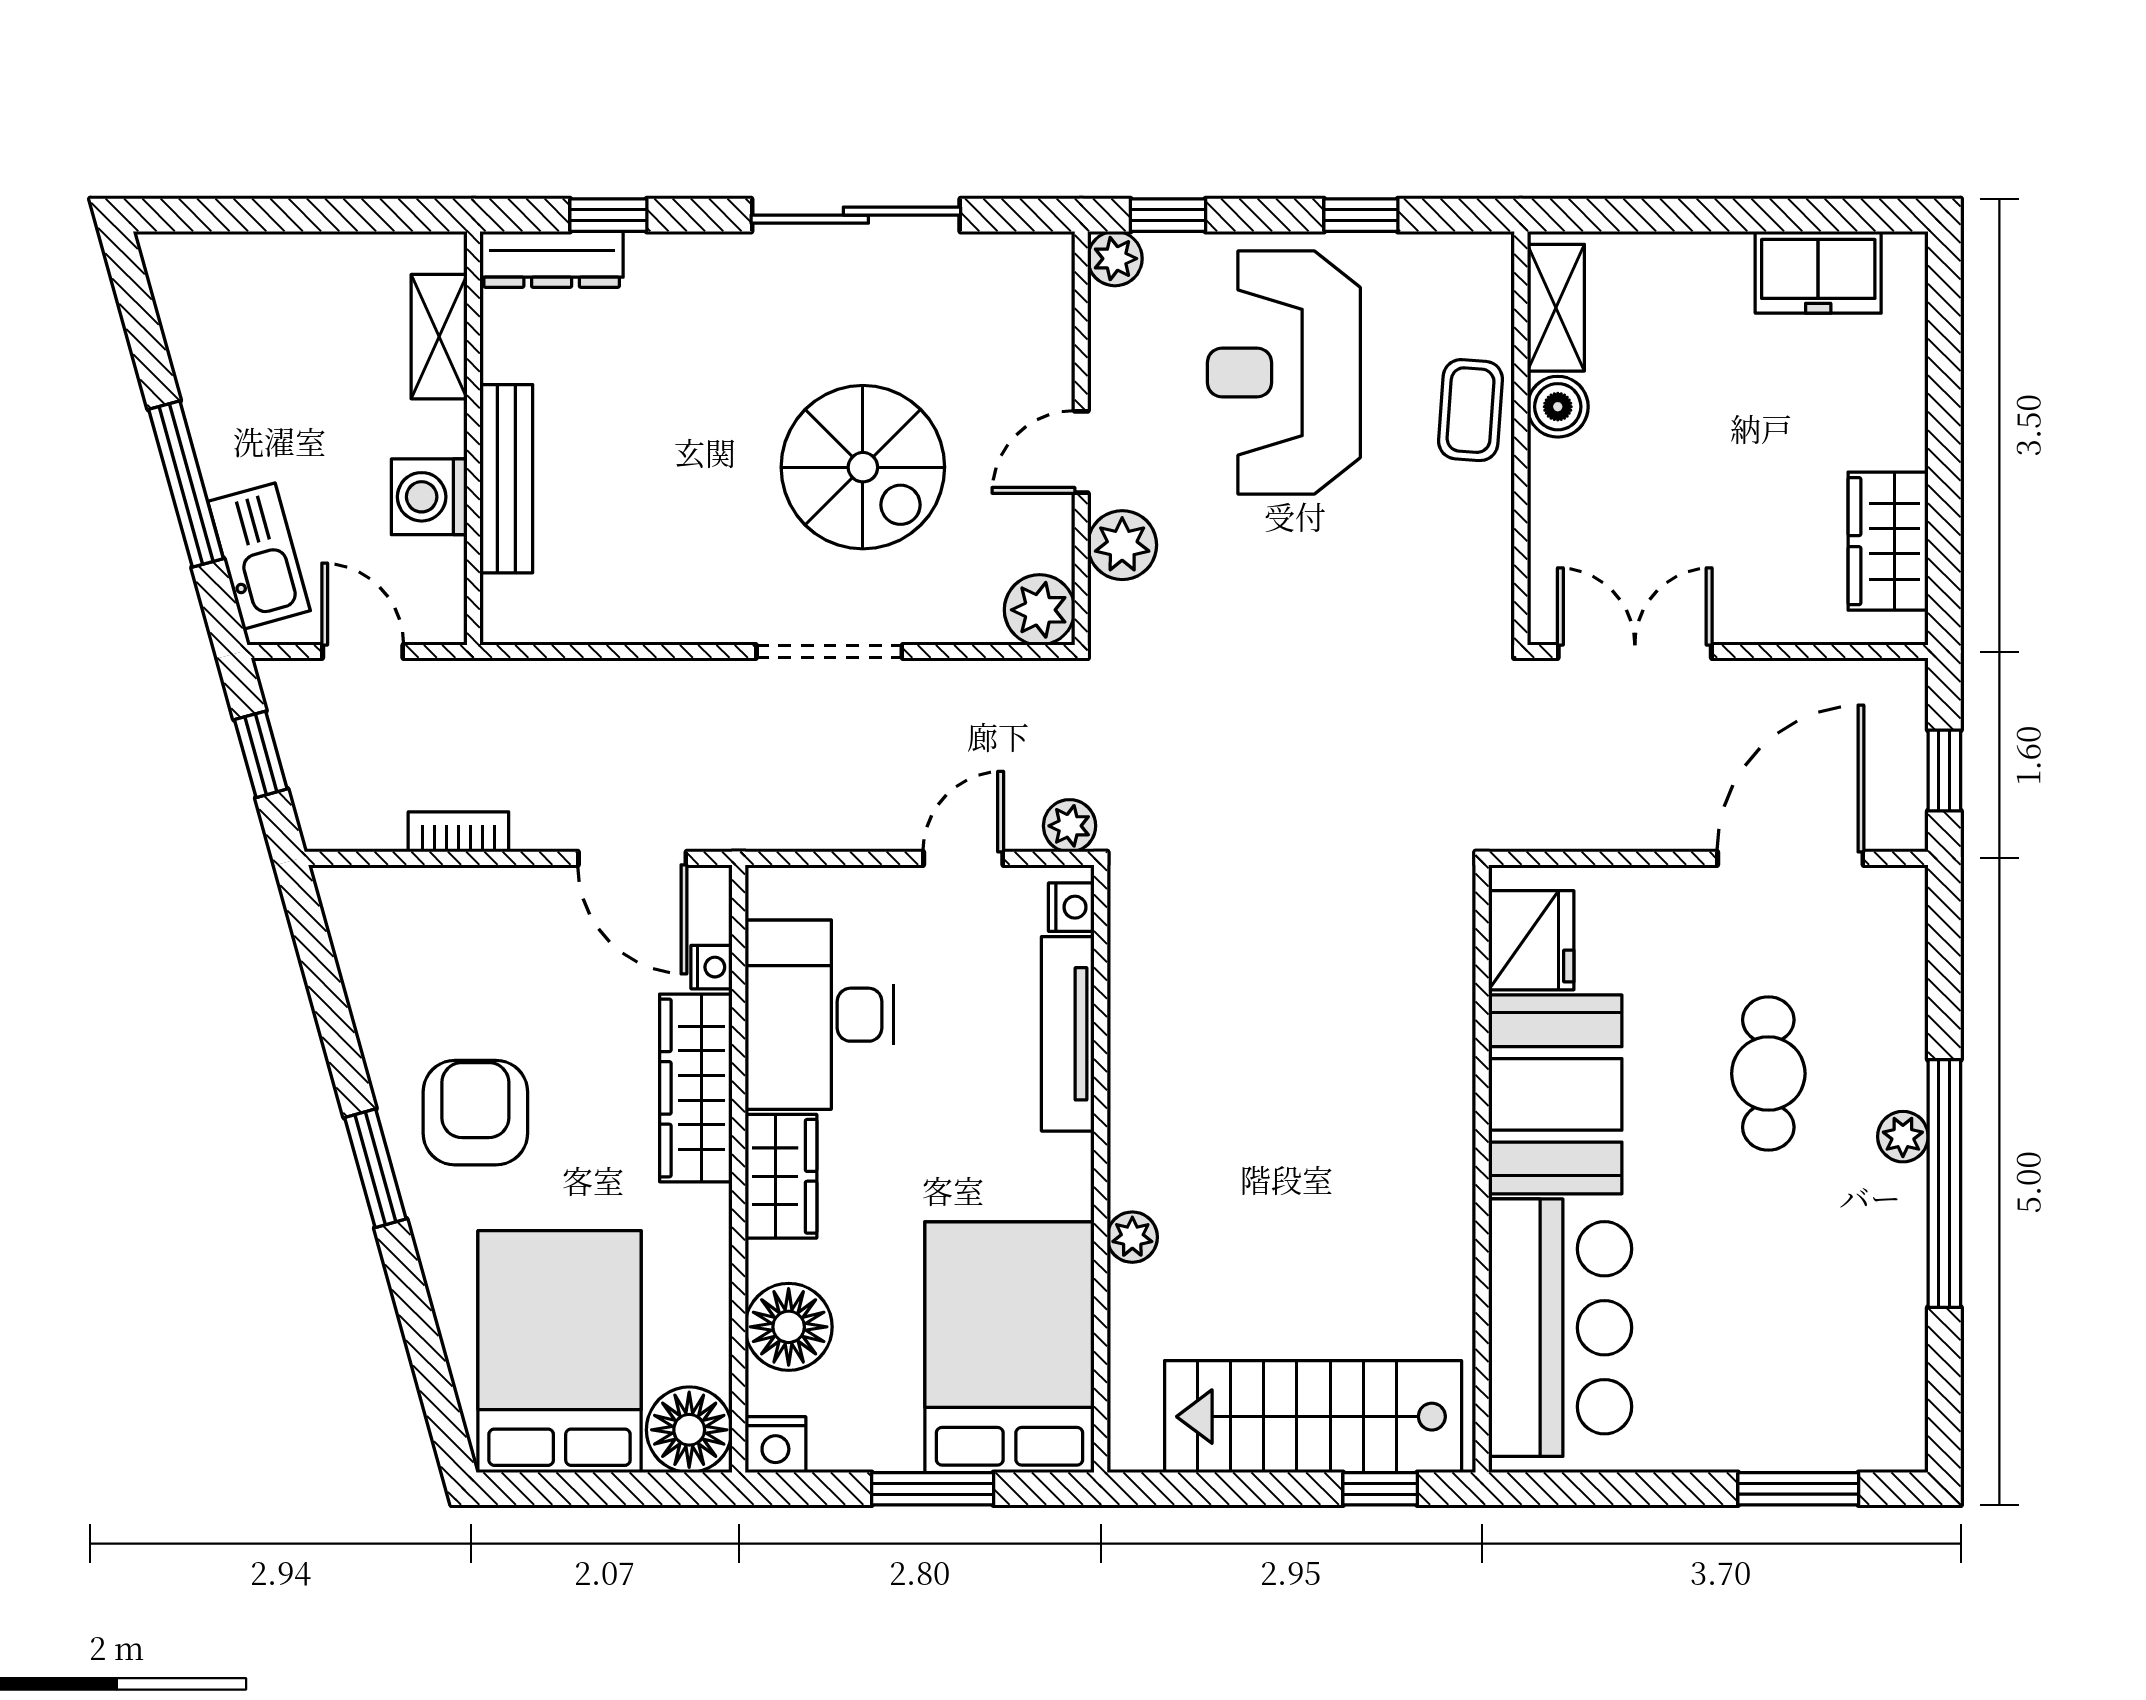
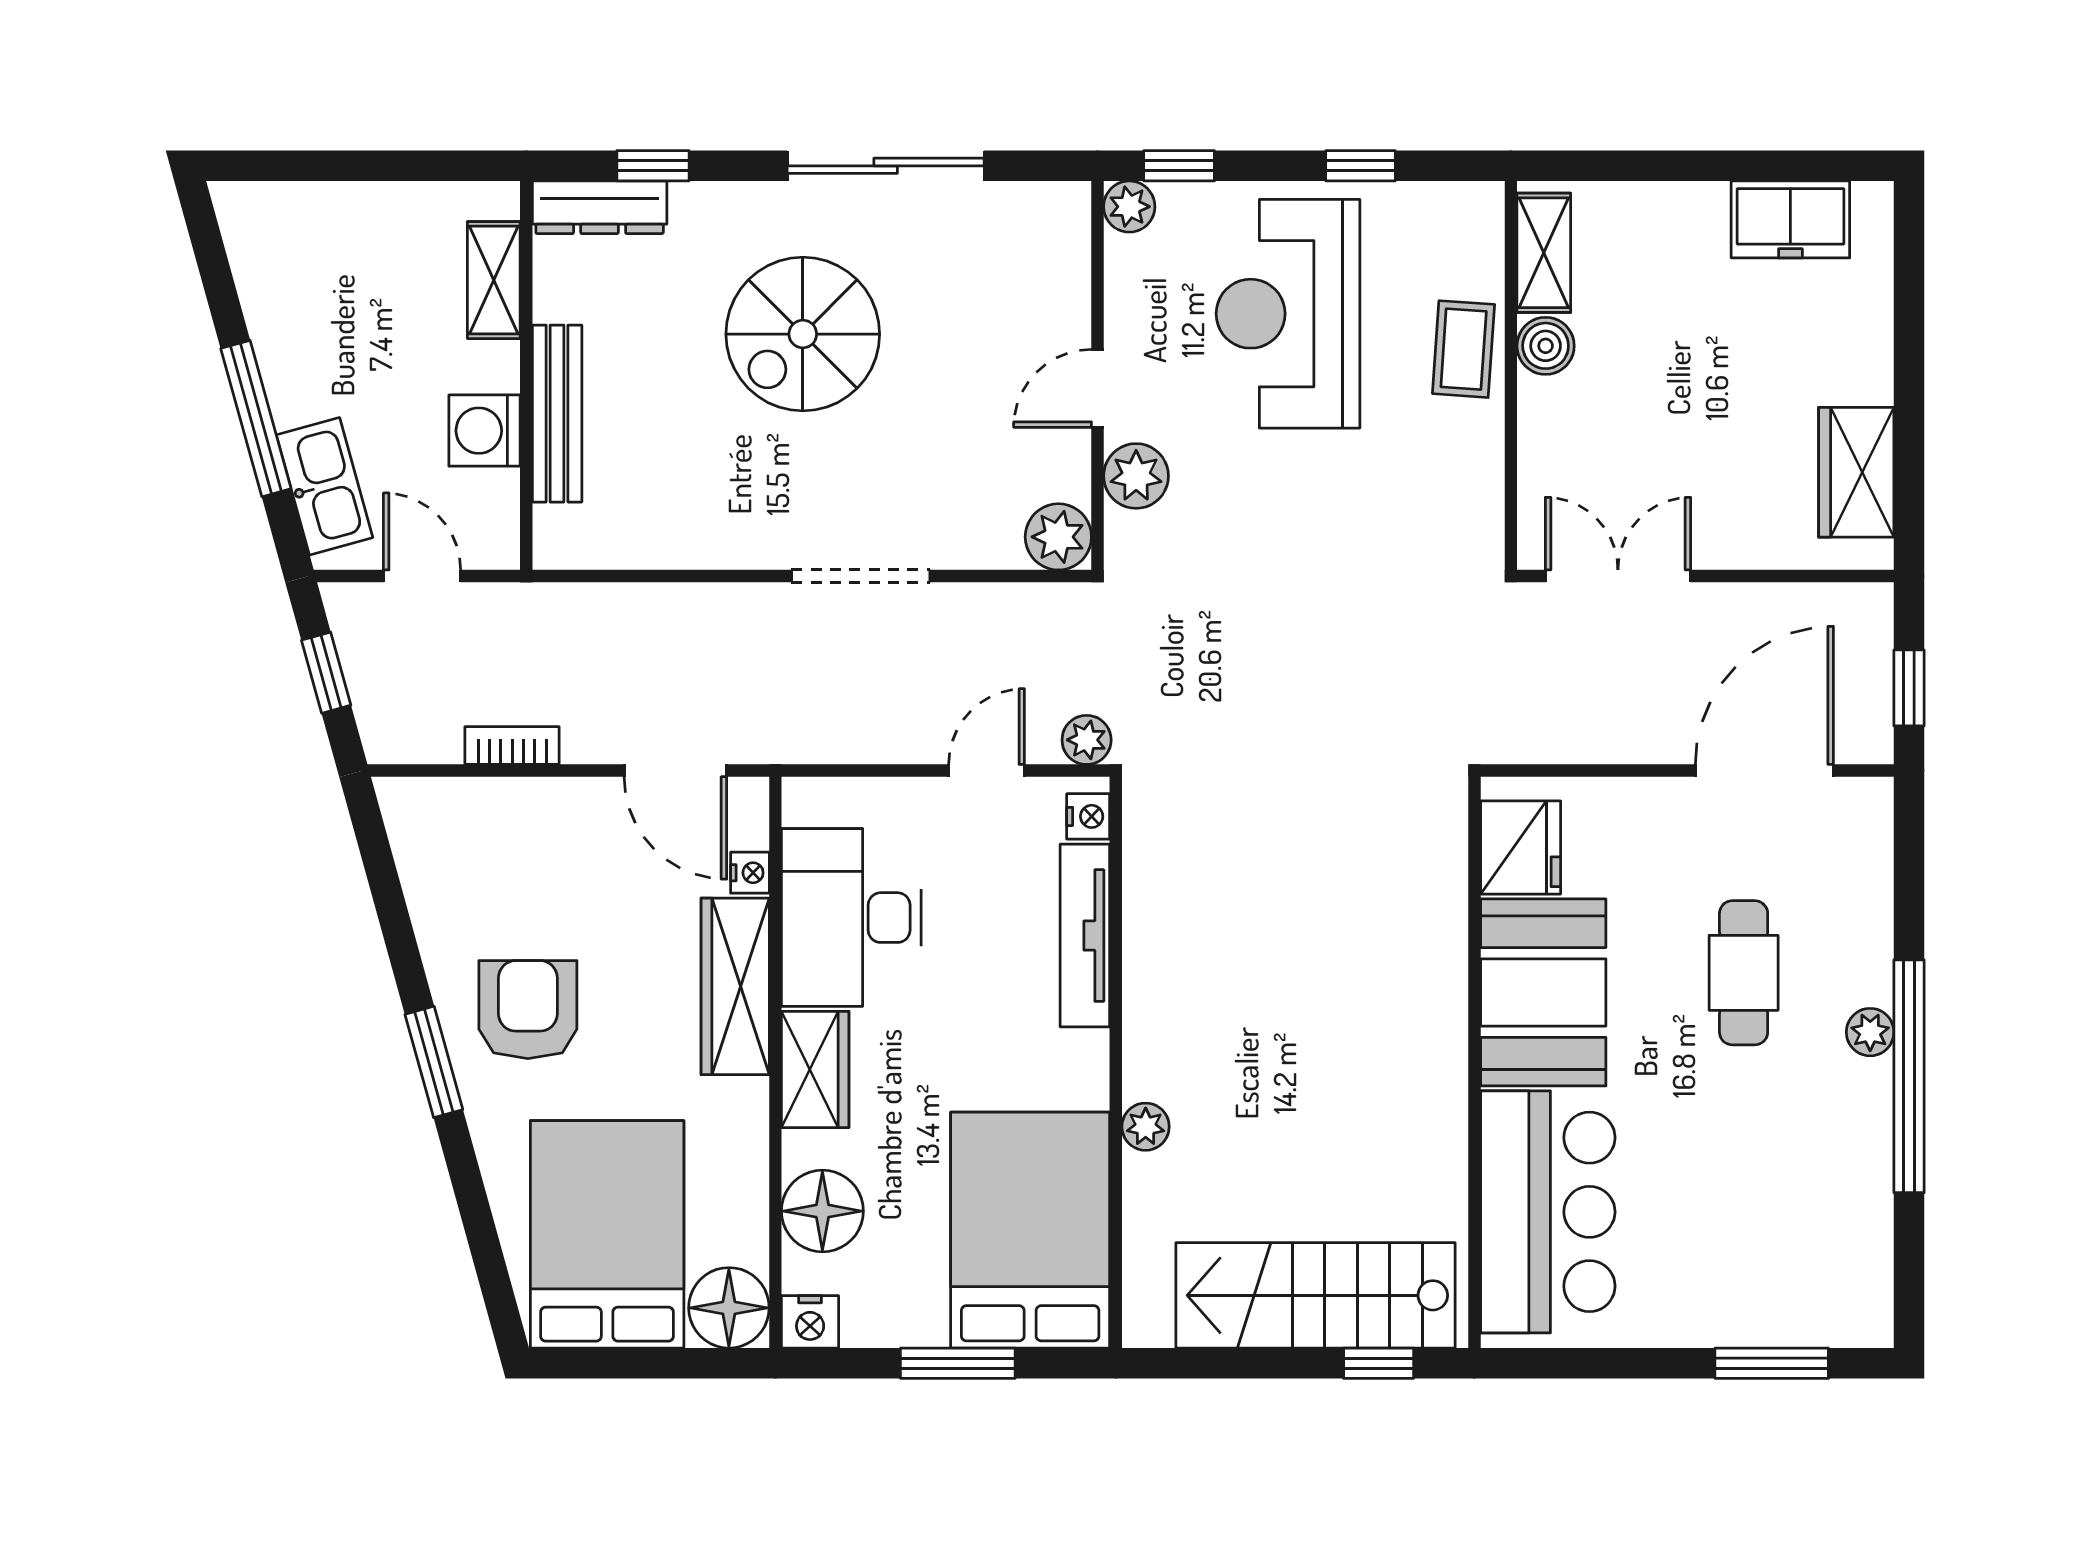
spiral stairs: (863, 467) -> (803, 334), moved, turned 90

